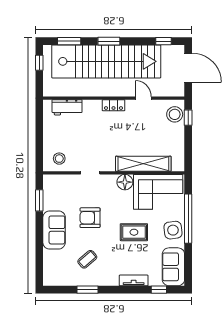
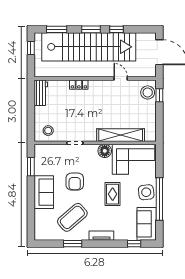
window: (163, 41) -> (117, 29), moved
locker: (113, 105) -> (79, 85), moved
workbench: (67, 107) -> (41, 93), moved, turned -90
armchair: (90, 218) -> (75, 182), turned -90
window: (188, 219) -> (159, 199), moved
rug: (134, 232) -> (113, 194), turned 90
coffee table: (87, 259) -> (72, 217), width x1.86, depth x1.72
tv unit: (134, 280) -> (101, 236), moved

